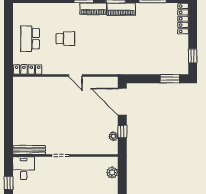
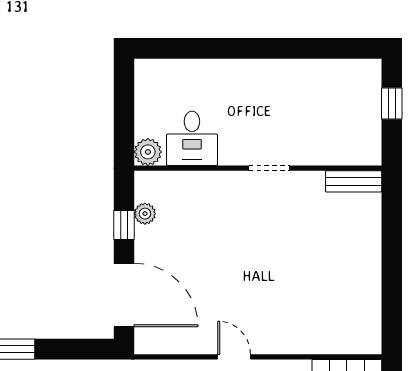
bench: (29, 150) -> (354, 181), width x0.73
desk: (24, 168) -> (192, 138), moved
plant: (112, 172) -> (148, 152), moved

